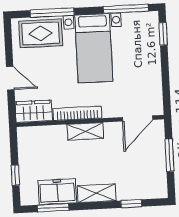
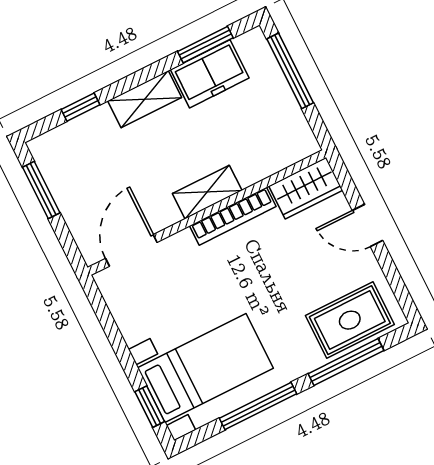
window: (126, 9) -> (258, 406), moved
bed with nightstands: (94, 48) -> (205, 368), moved, turned 90
window: (169, 155) -> (41, 190), moved
window: (15, 175) -> (290, 71), width x2.17

